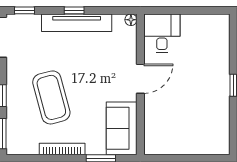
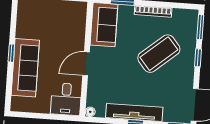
sofa: (215, 68) -> (25, 68), added
coffee table: (51, 97) -> (159, 54), turned 65

